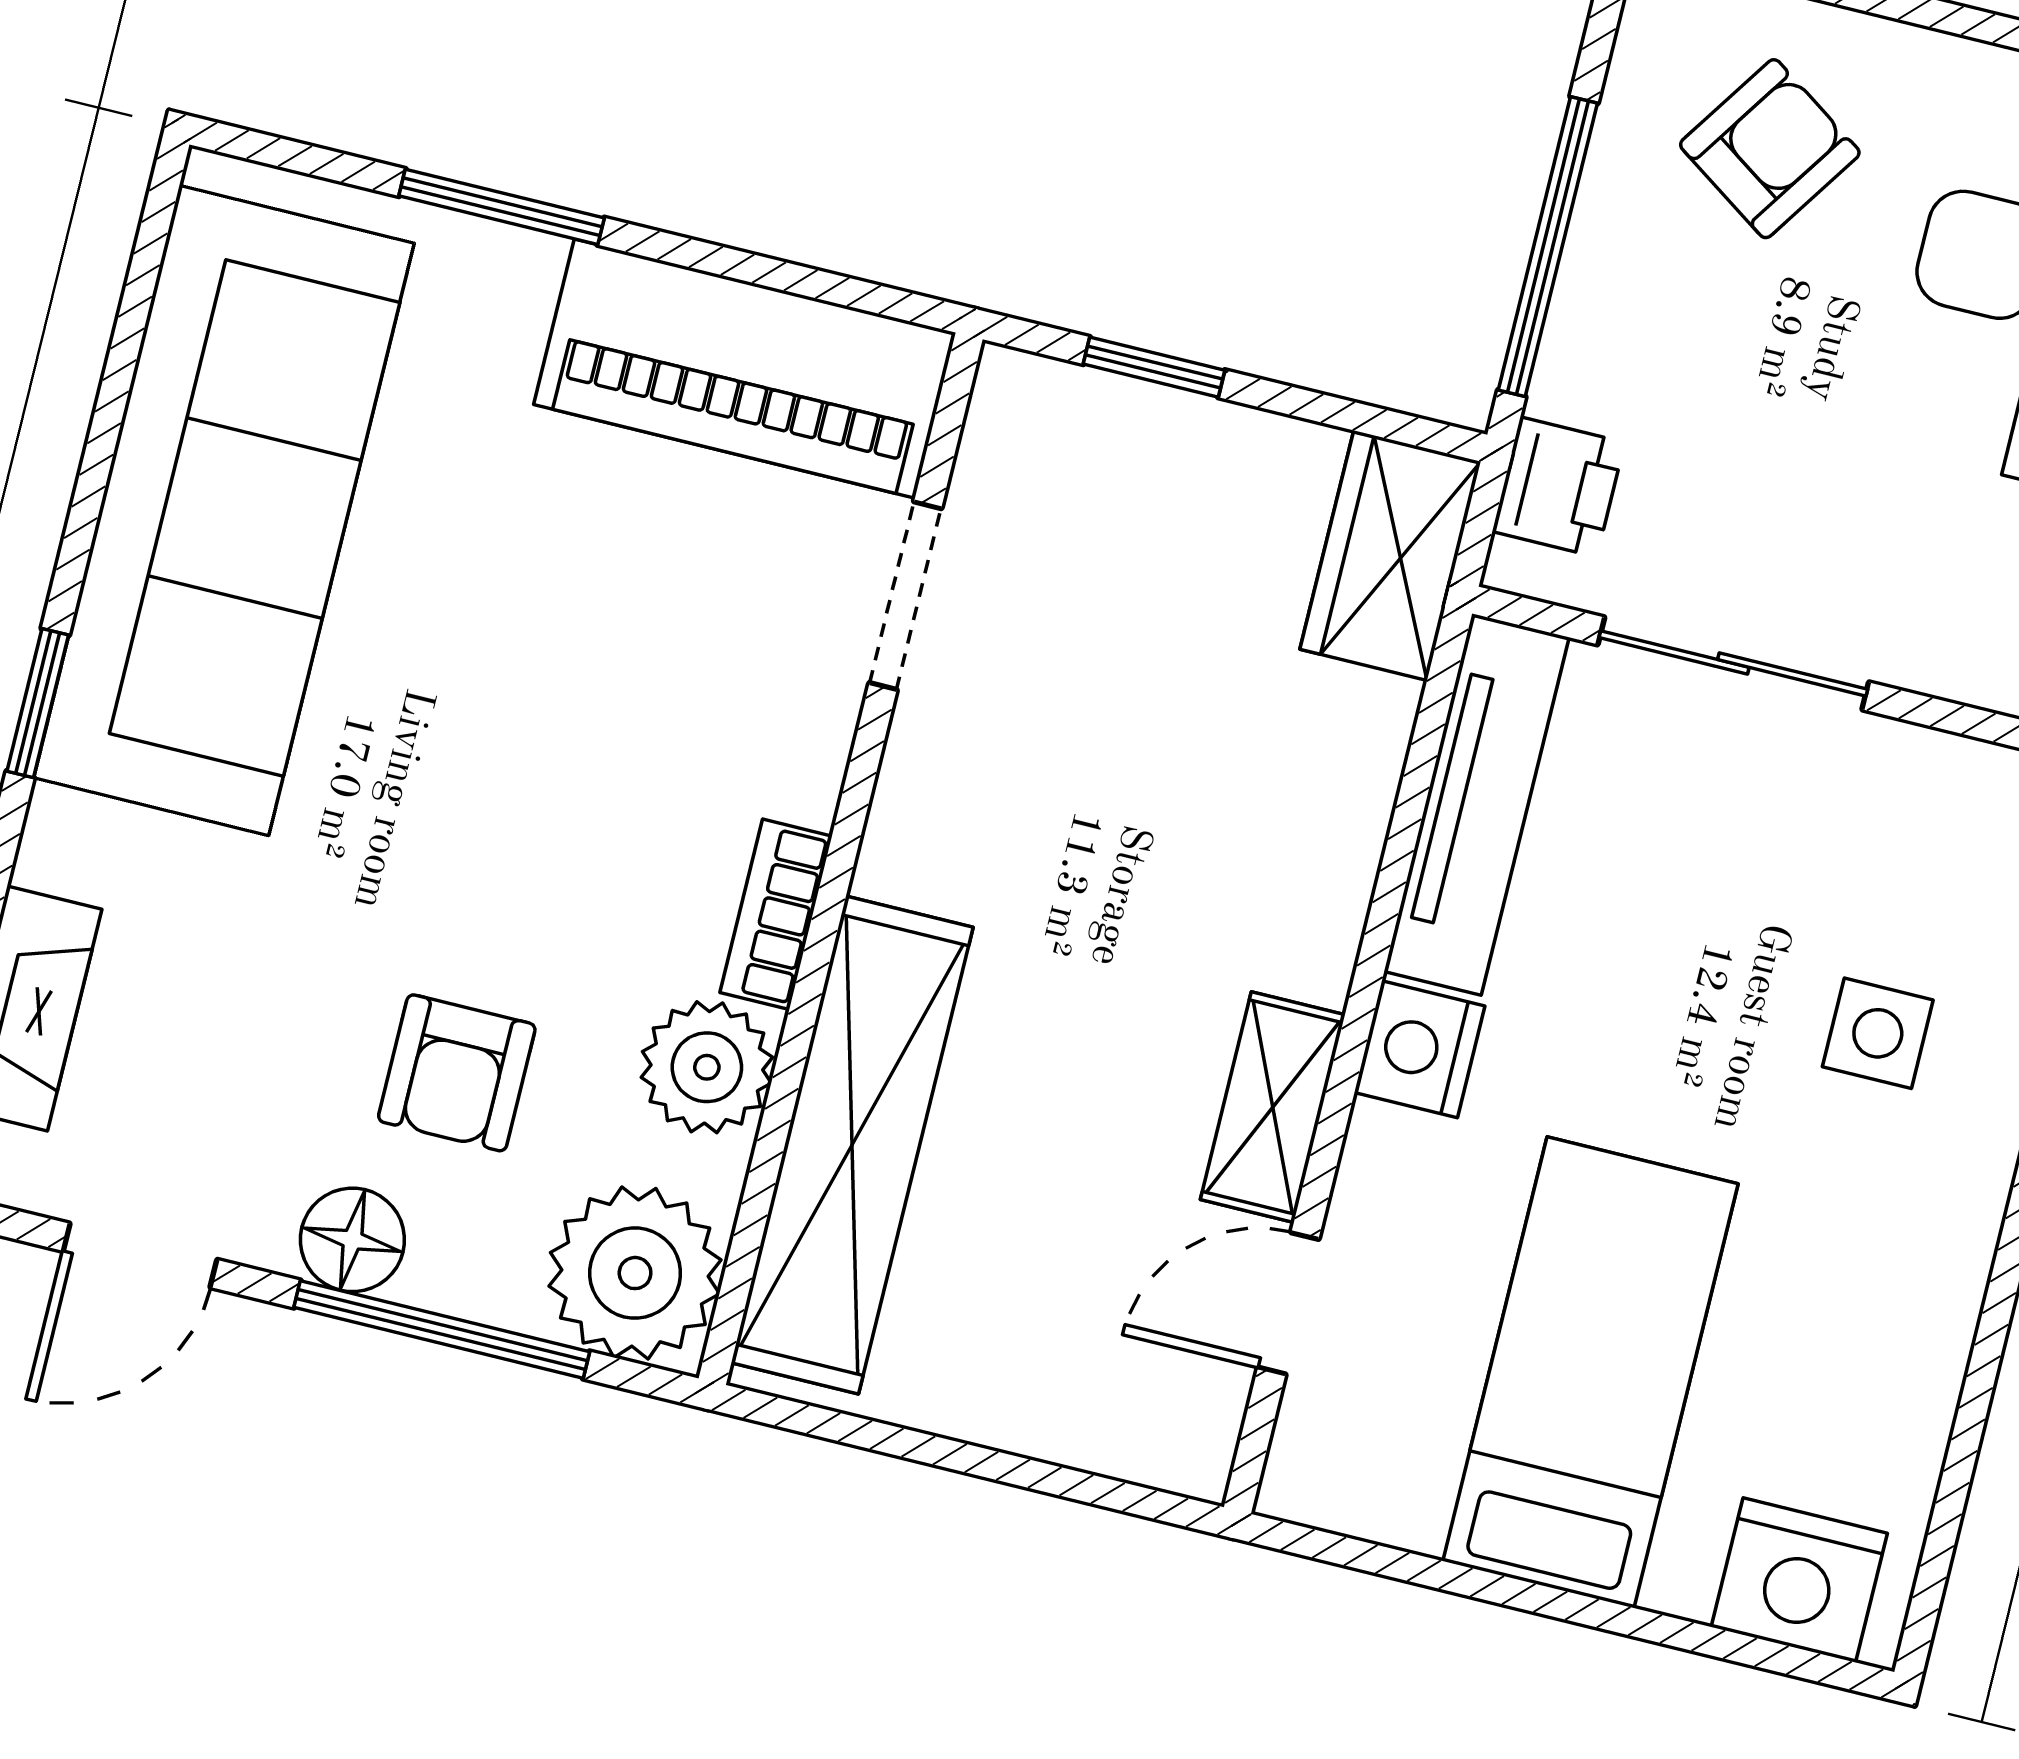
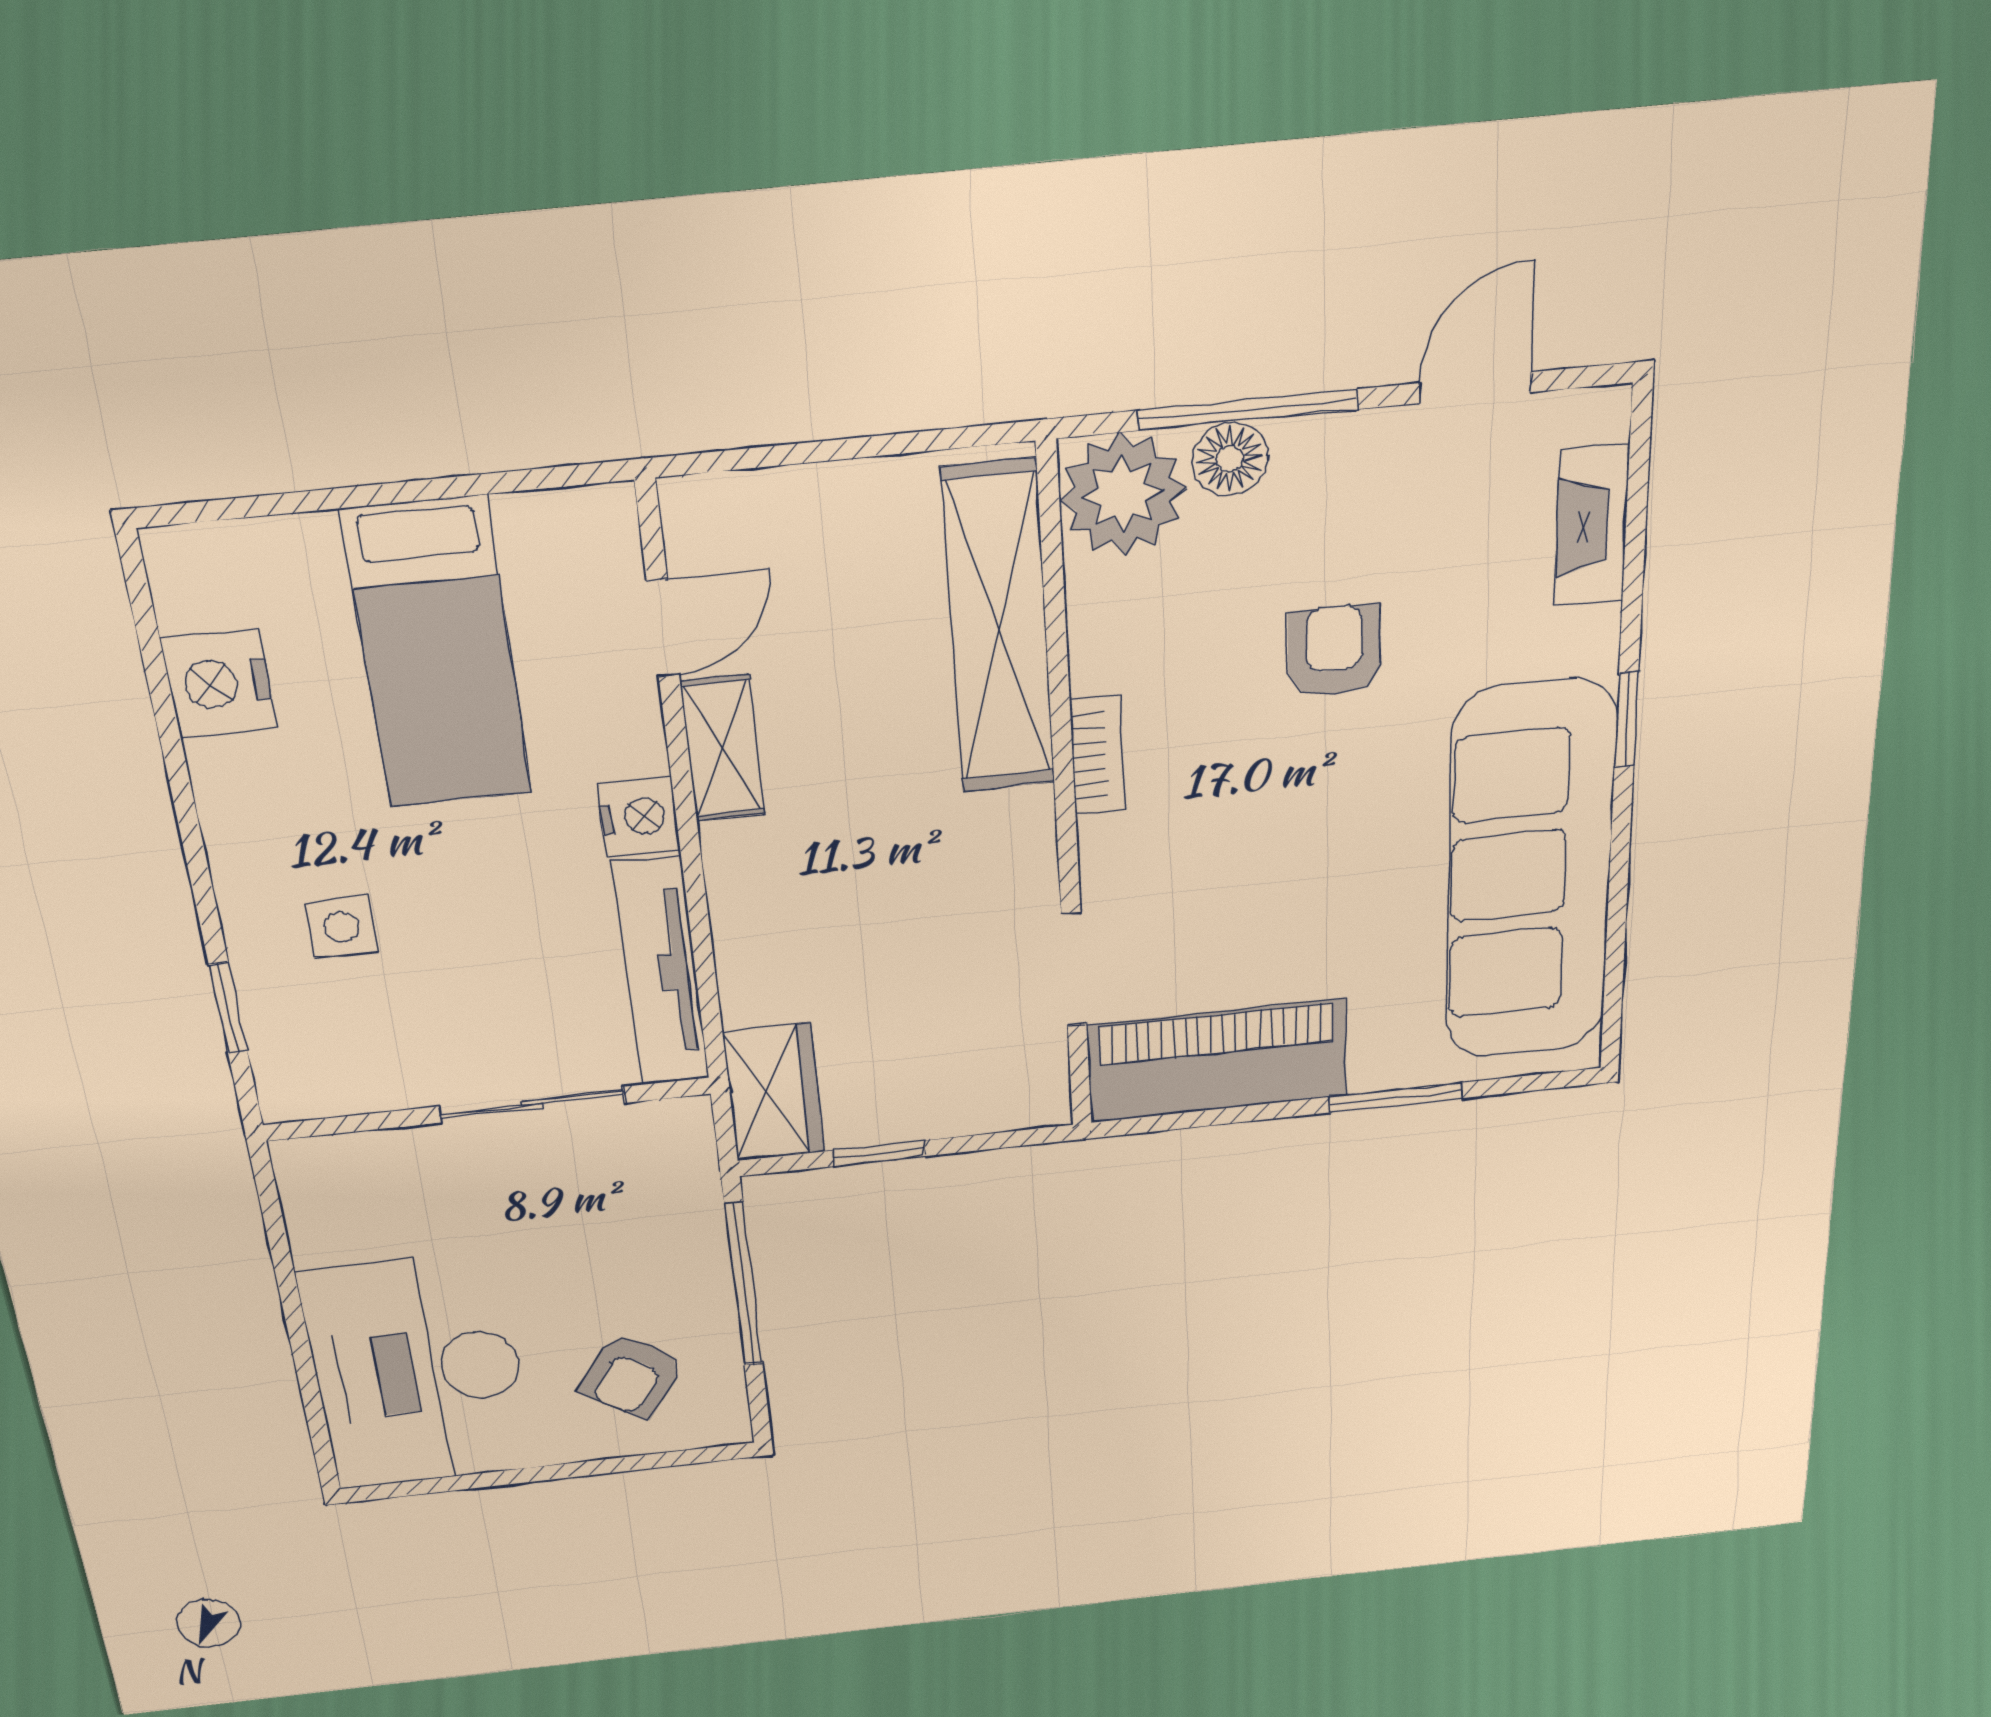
window: (1154, 367) -> (879, 1153), moved
printer: (1558, 487) -> (684, 1163), removed
plant: (707, 1067) -> (1114, 645), removed
armchair: (457, 1073) -> (1334, 651), moved
floor lamp: (352, 1240) -> (1230, 459), moved
nightstand: (1799, 1580) -> (219, 684), moved, turned -90

